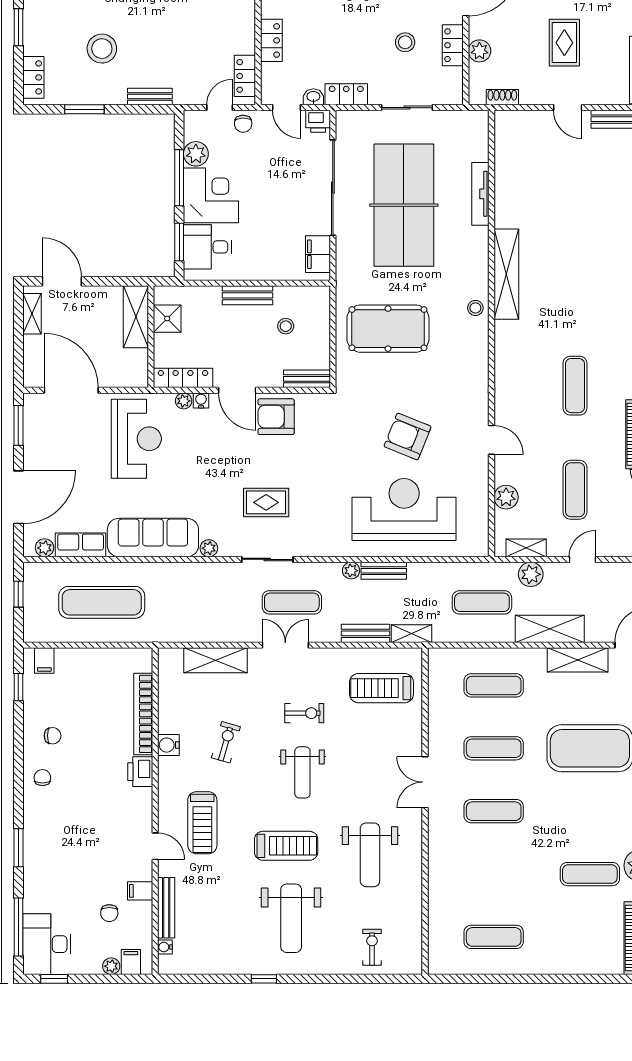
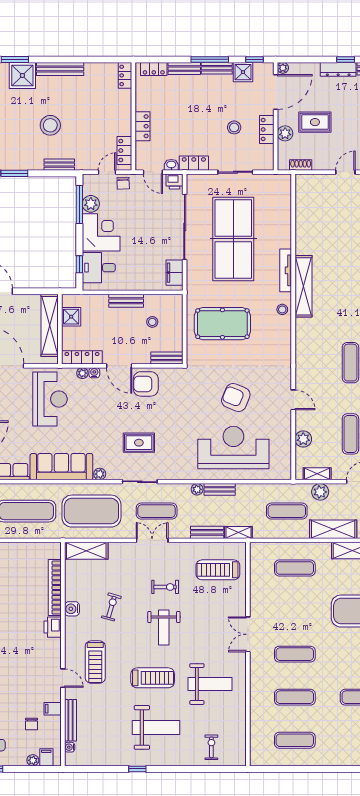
rug: (564, 43) -> (315, 122), moved, turned 90
stool: (102, 49) -> (50, 125), moved
door: (568, 108) -> (345, 172), swing flipped
window: (179, 178) -> (79, 204), moved
tv unit: (480, 194) -> (286, 270), moved
window: (179, 242) -> (79, 264), width x0.67
shelving: (136, 317) -> (50, 325), width x1.47
exercise mat: (197, 602) -> (91, 511), added
shelving: (216, 660) -> (86, 551), moved
exercise mat: (494, 748) -> (295, 697), moved
weight bench: (370, 855) -> (210, 684), turned -90
weight bench: (291, 918) -> (156, 727), turned -90

